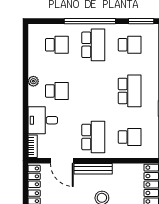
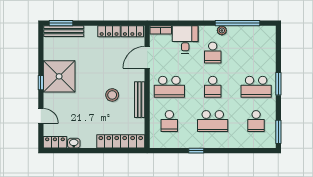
window: (90, 21) -> (278, 84), width x0.47
school desk: (57, 45) -> (213, 87), moved
window: (25, 65) -> (237, 23), added
bench: (93, 169) -> (140, 100), moved

